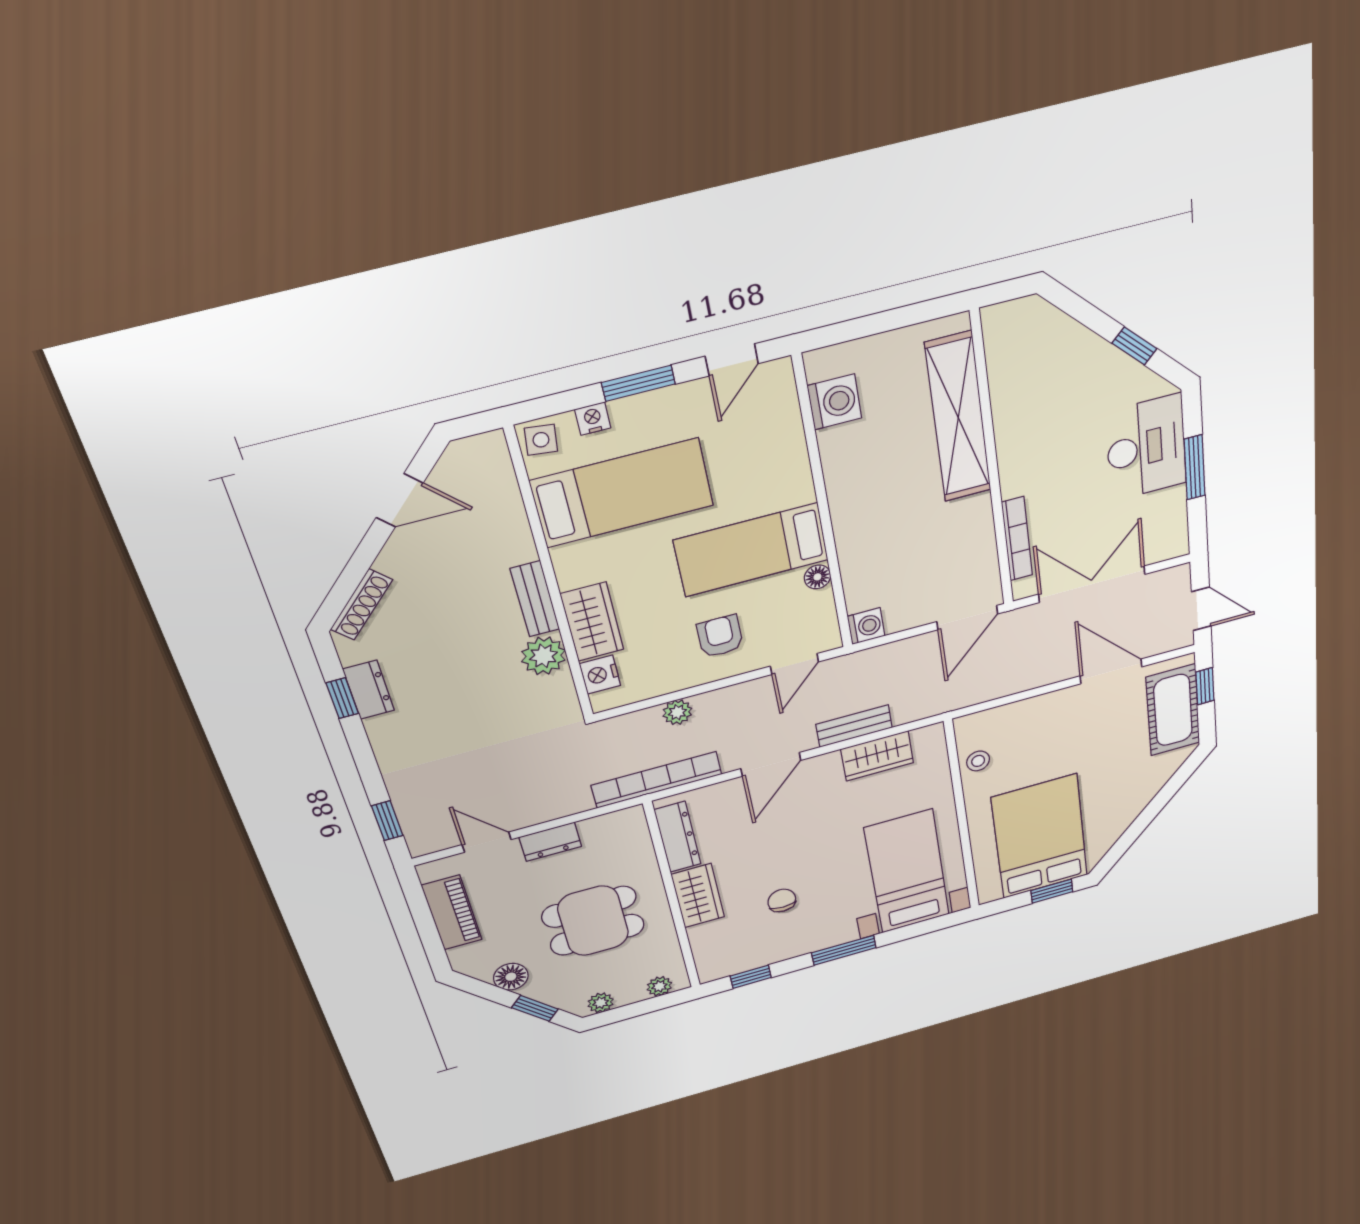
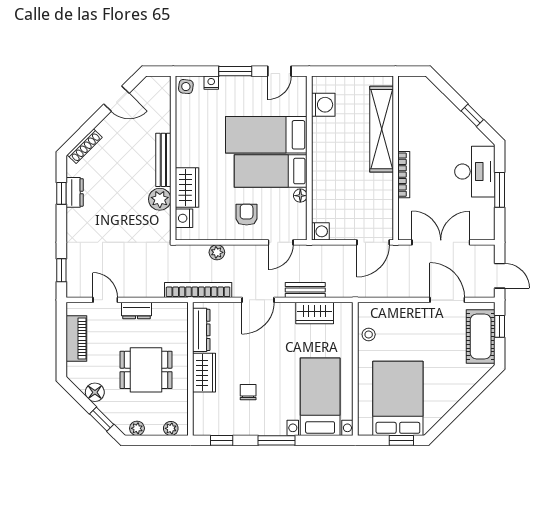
bed: (622, 493) -> (266, 135), moved, turned 180
bookcase: (1017, 539) -> (404, 175), moved
bench: (535, 599) -> (163, 160), width x1.36

